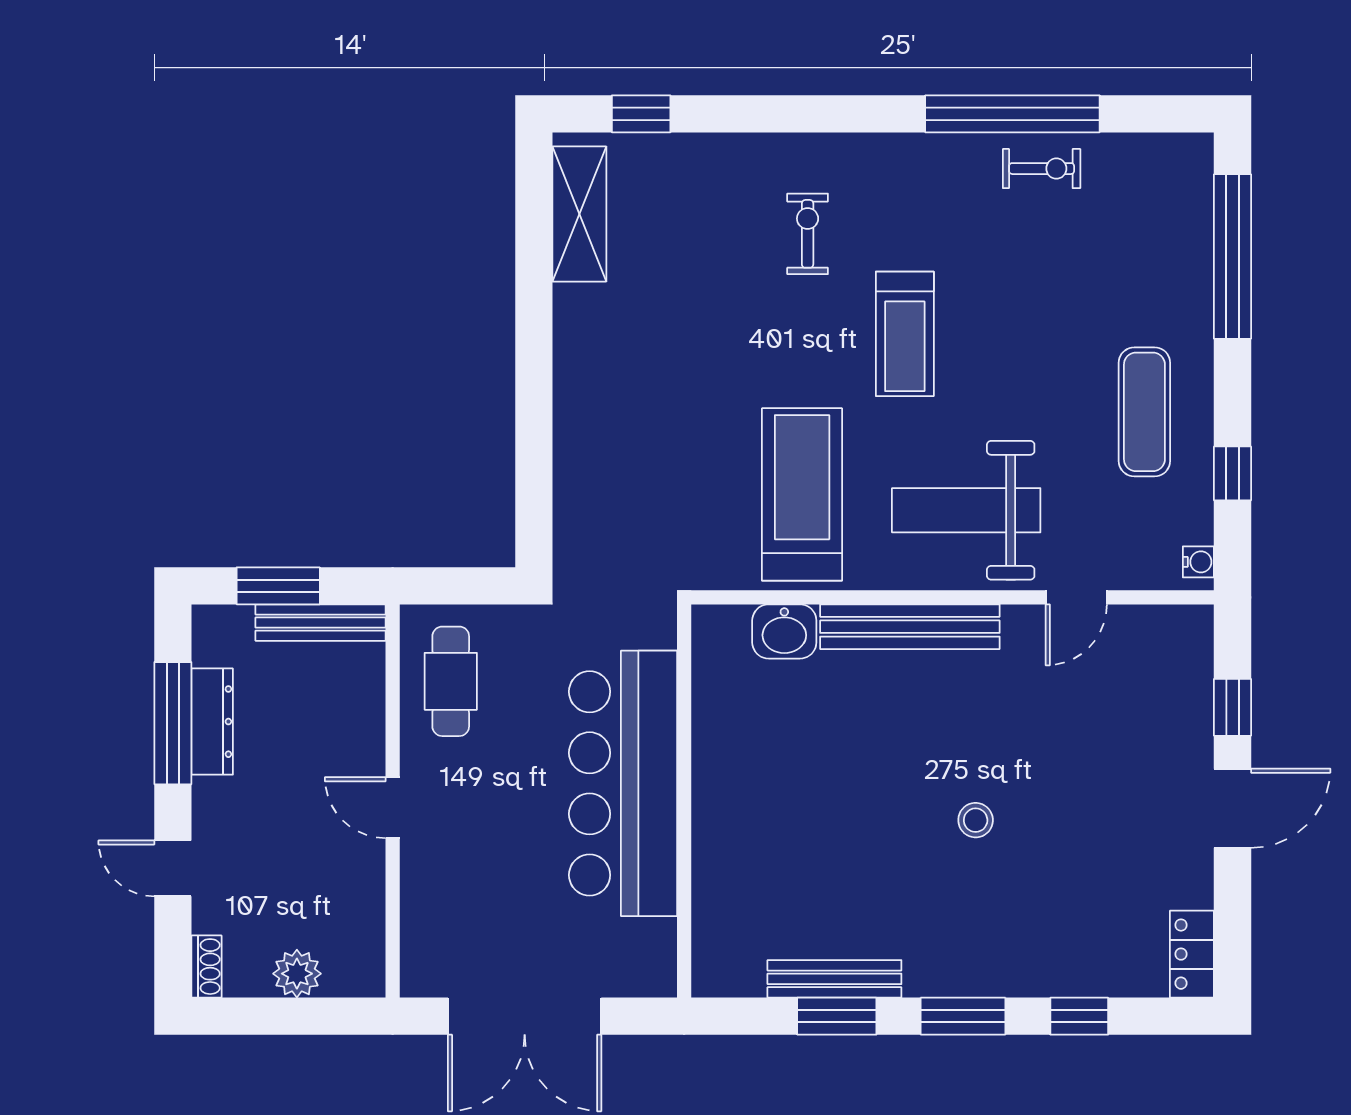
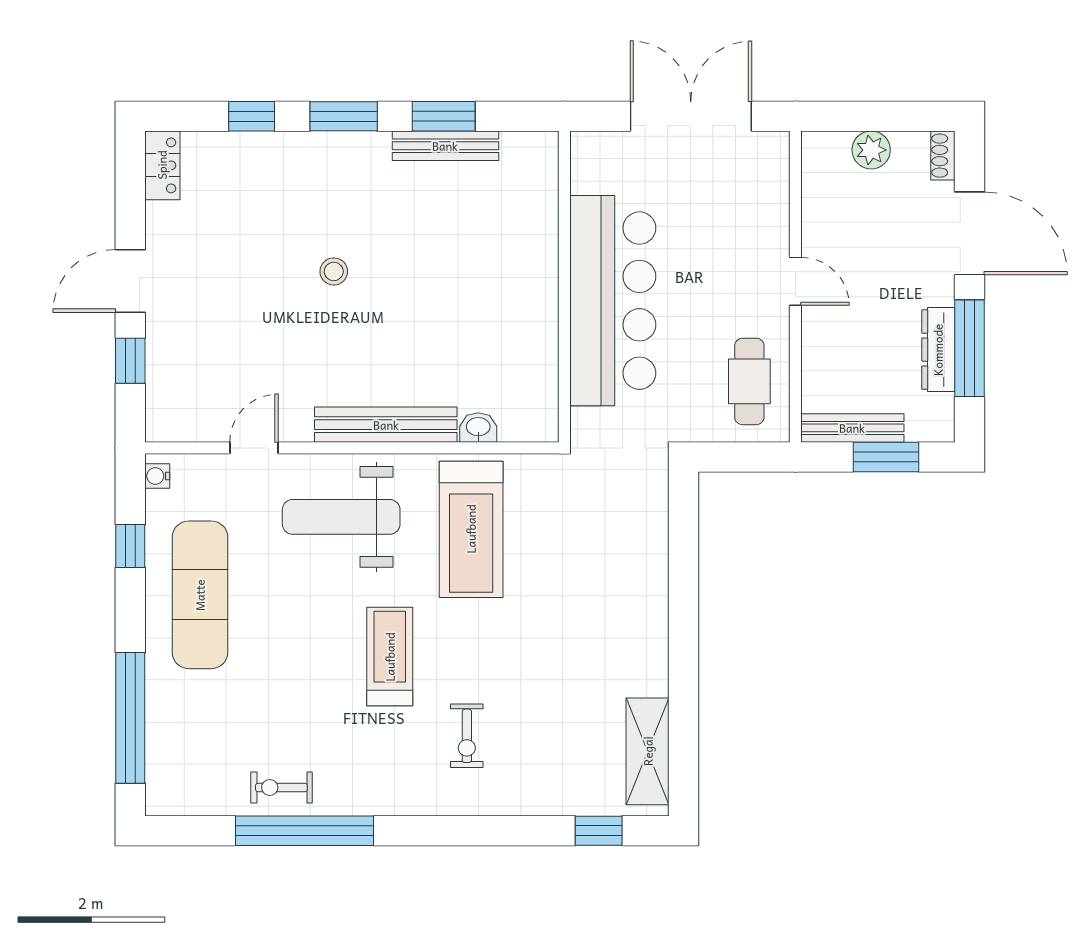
exercise mat: (1144, 412) -> (200, 595), width x1.36, depth x1.45
weight bench: (966, 510) -> (341, 517), turned 180
washbasin: (784, 631) -> (478, 428), width x0.72, depth x0.69
door: (173, 868) -> (969, 233), width x1.88

